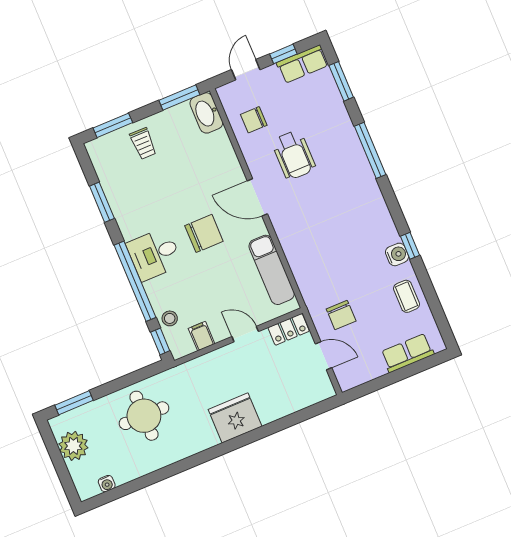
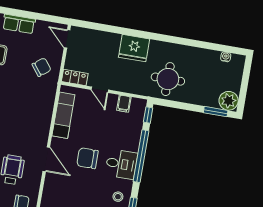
chair: (341, 315) -> (42, 67), turned 52
stool: (170, 318) -> (118, 197), moved
door: (324, 356) -> (67, 39), moved
round table: (144, 416) -> (168, 79), moved
plant: (73, 446) -> (229, 101), moved

